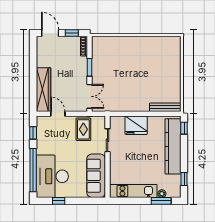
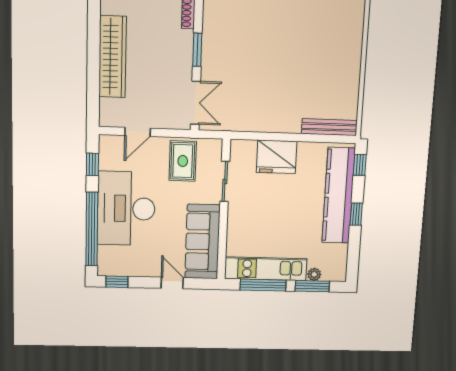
wardrobe: (43, 90) -> (113, 57), moved
door: (58, 114) -> (138, 132), swing flipped
desk: (52, 176) -> (126, 209), moved
window: (184, 179) -> (356, 214), moved
window: (59, 201) -> (117, 282), moved
door: (79, 201) -> (172, 283), added
window: (132, 201) -> (263, 285), added

